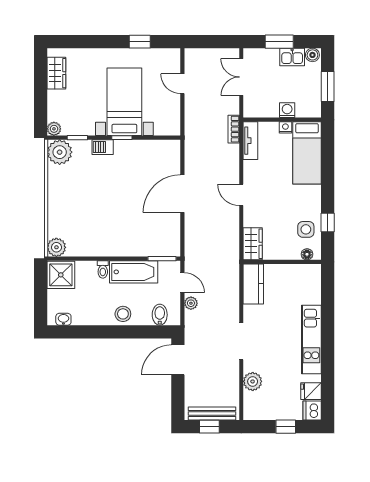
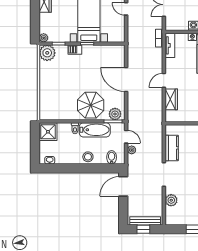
door: (182, 194) -> (126, 80), hinge flipped
door: (241, 195) -> (164, 80), hinge flipped
parasol: (127, 233) -> (91, 105), added
wardrobe: (253, 244) -> (171, 99), moved
plant: (56, 247) -> (115, 114), moved
kitchen counter: (253, 284) -> (172, 148), moved

